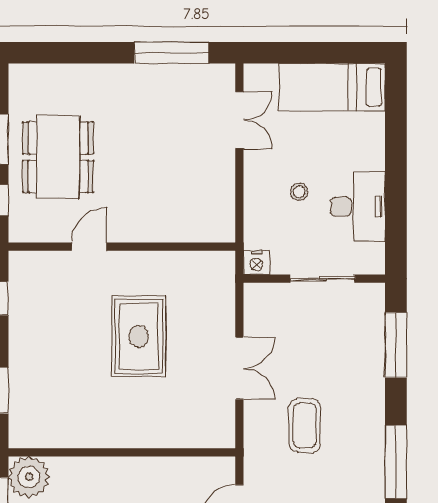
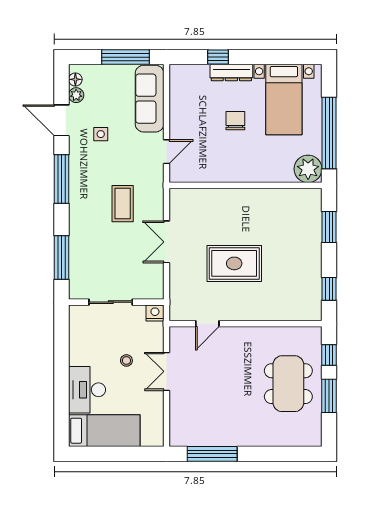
double door: (239, 120) -> (167, 371), moved
desk: (358, 207) -> (87, 390), moved
door: (89, 247) -> (207, 324), moved
rug: (139, 336) -> (234, 263), turned 90

